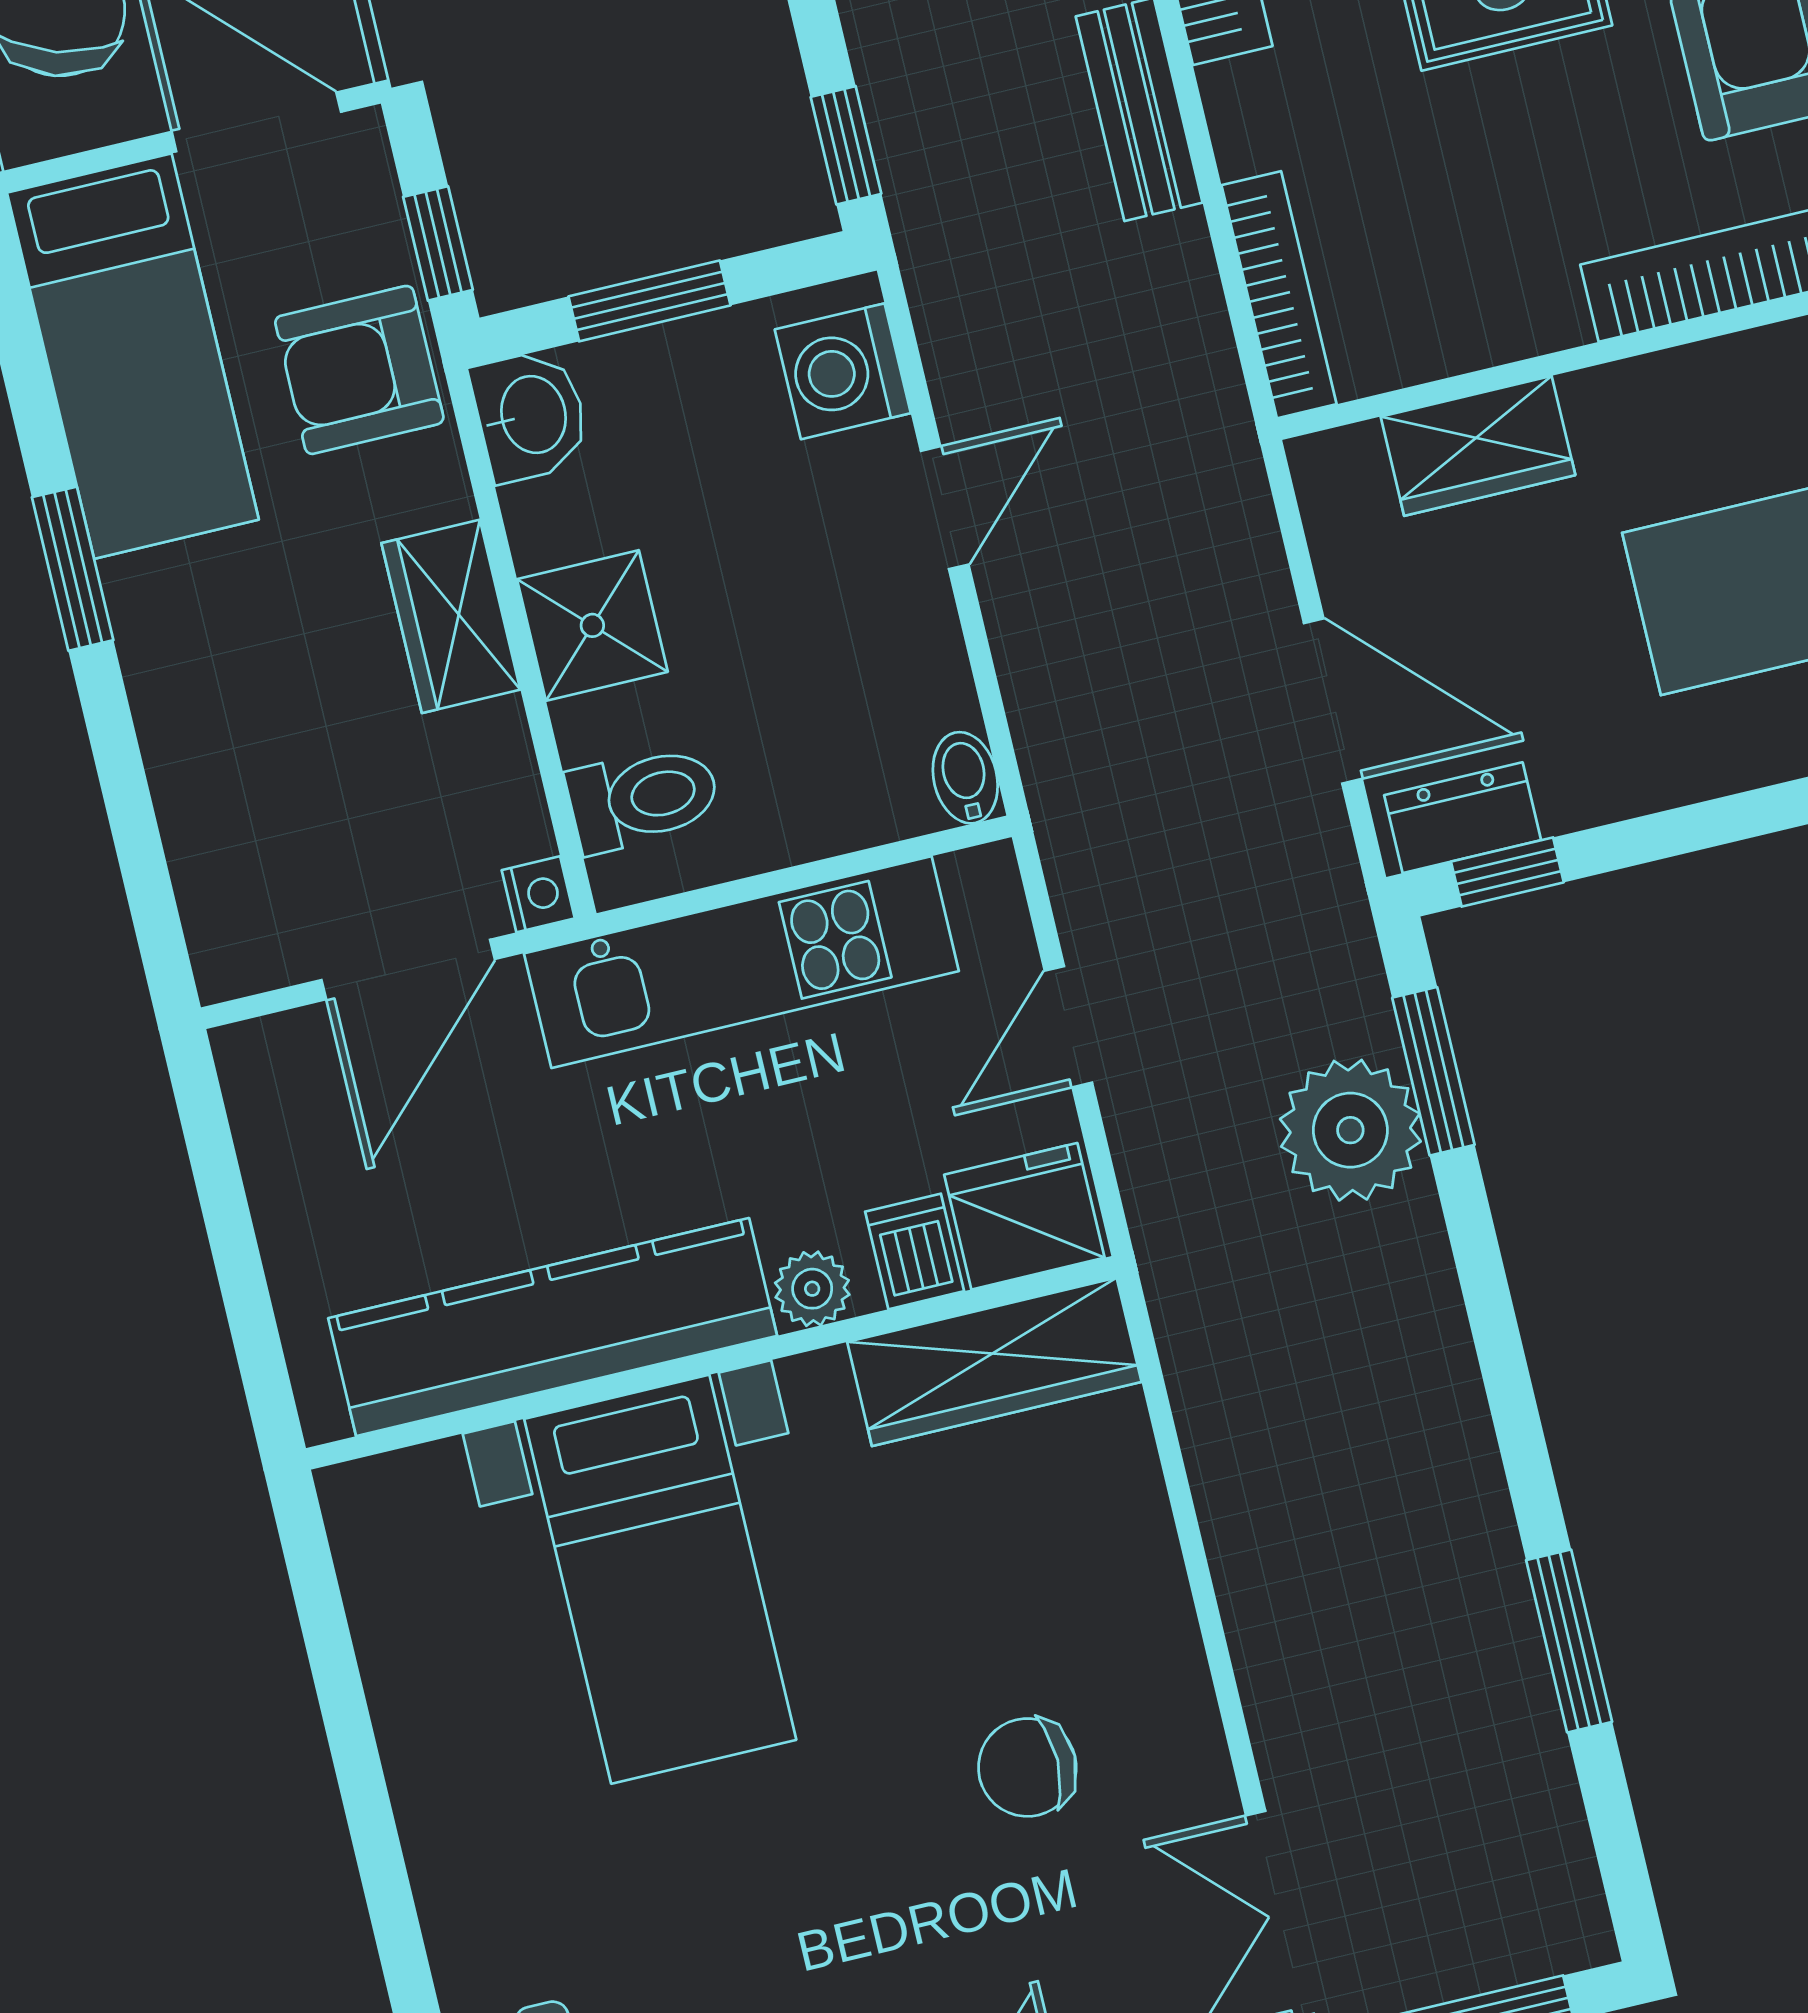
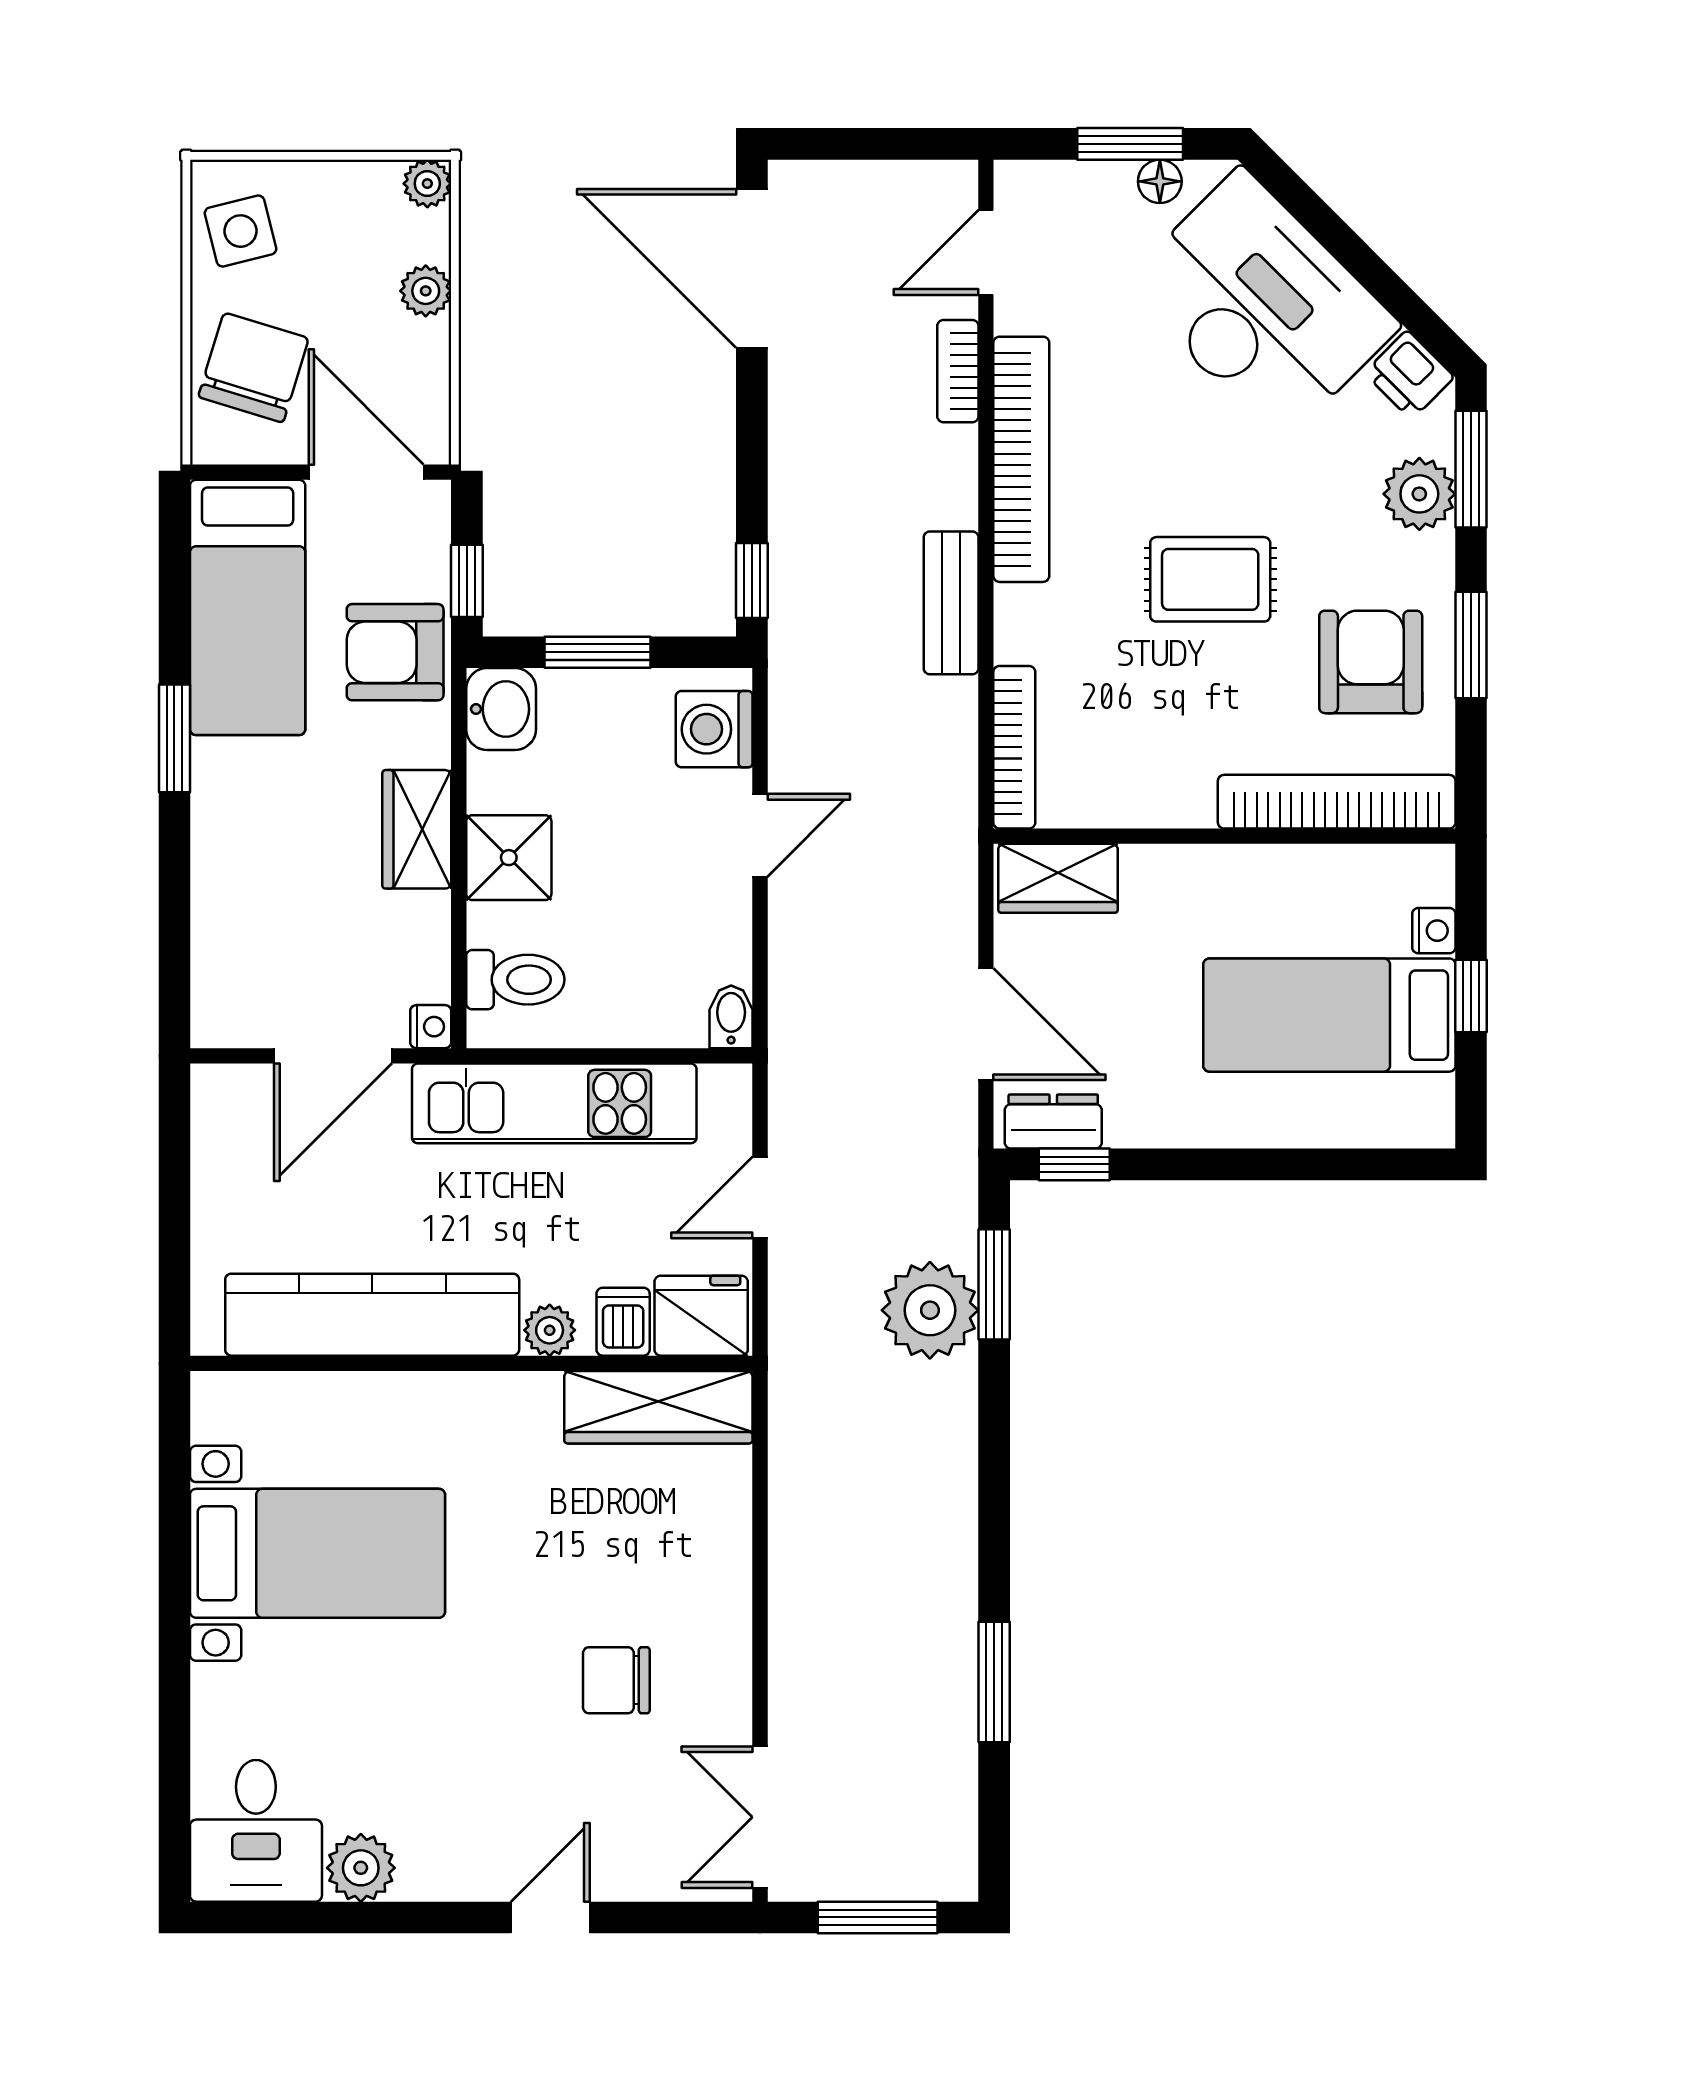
wardrobe: (1478, 446) -> (1058, 878), moved
bed with nightstands: (660, 1579) -> (318, 1553), moved, turned -90

